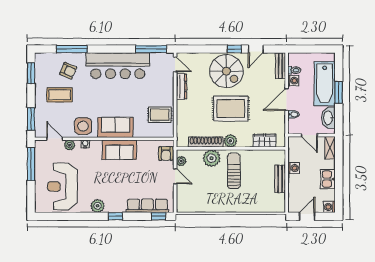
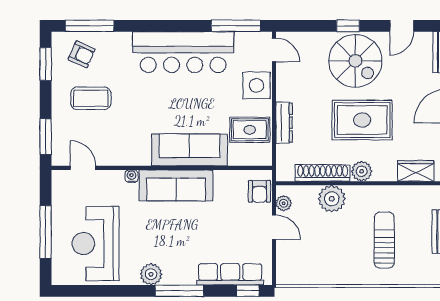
window: (72, 49) -> (90, 26), moved
window: (234, 49) -> (348, 26), moved
armchair: (68, 71) -> (82, 54), moved
dresser: (181, 86) -> (284, 123), moved
side table: (83, 126) -> (256, 85), moved
sofa: (115, 127) -> (189, 150), width x1.36
plant: (70, 145) -> (107, 178), removed
sofa: (119, 150) -> (176, 185), width x1.36
window: (31, 164) -> (46, 232), moved
sun lounger: (234, 171) -> (384, 240), moved
window: (115, 216) -> (179, 291), width x2.17

